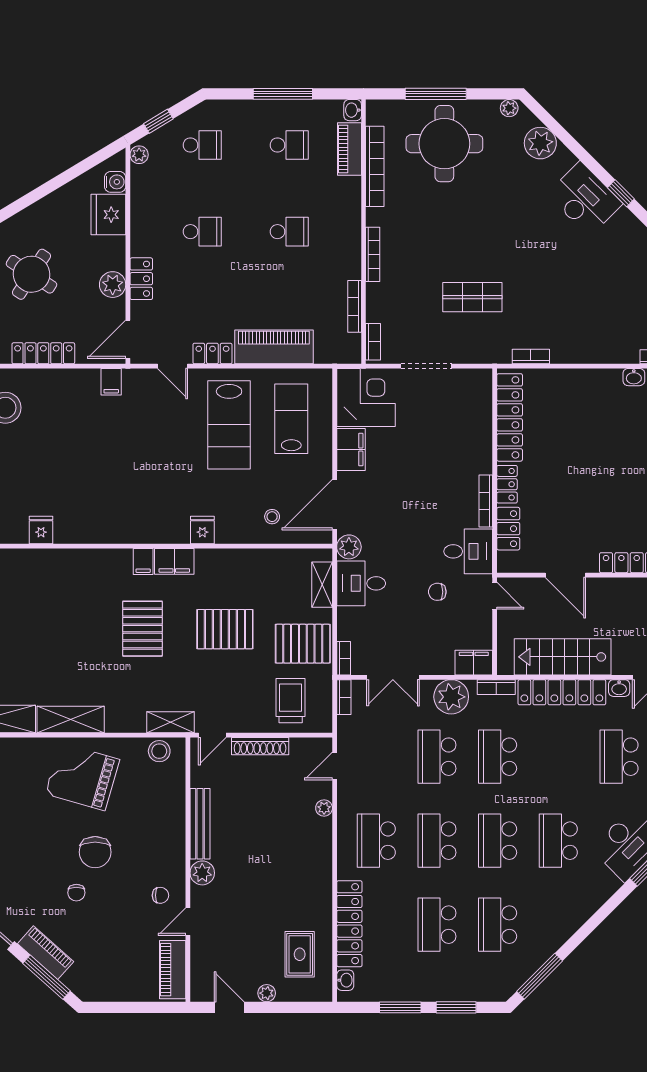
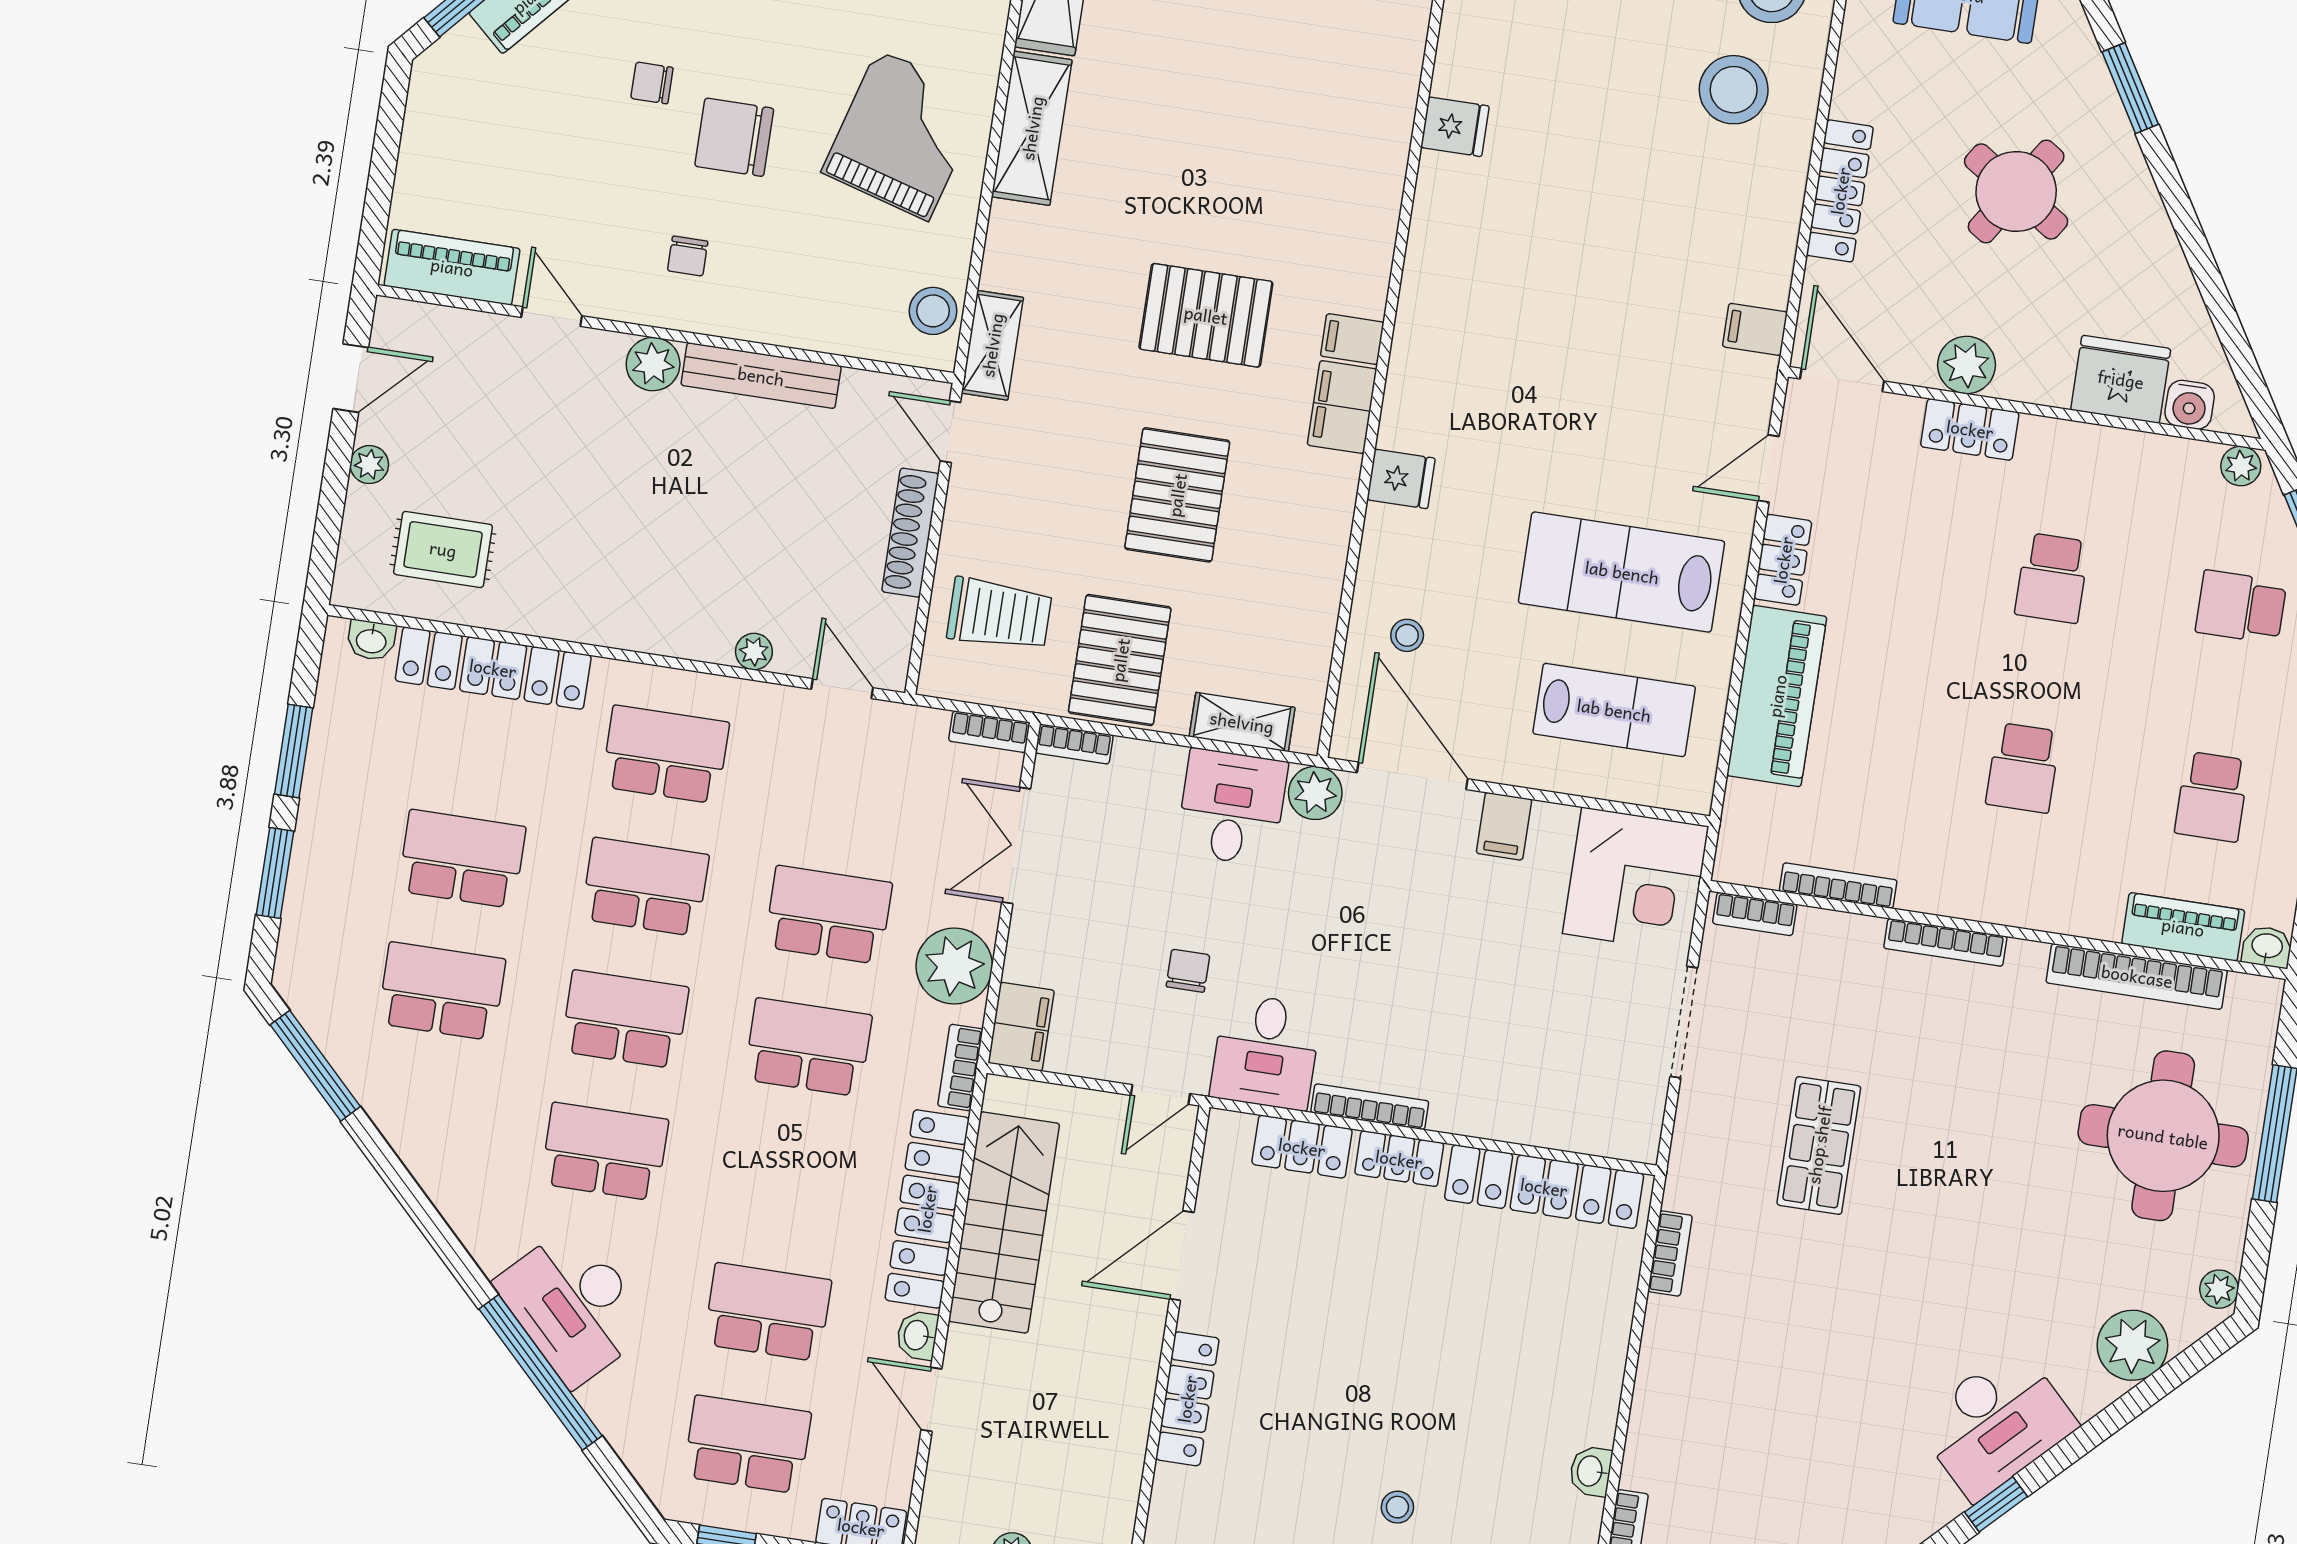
school desk: (202, 145) -> (2241, 607), turned 90
filing cabinet: (351, 450) -> (1504, 826), width x0.50
chair: (160, 895) -> (688, 256), moved

